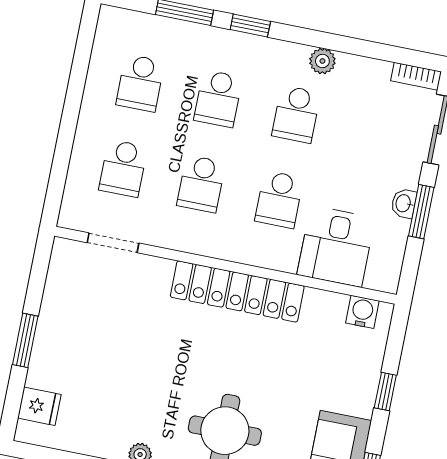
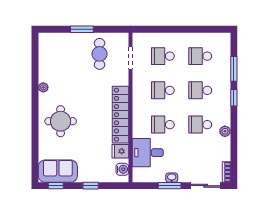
cafe table: (89, 311) -> (99, 54), added
fridge: (39, 406) -> (120, 151), moved, turned 90

